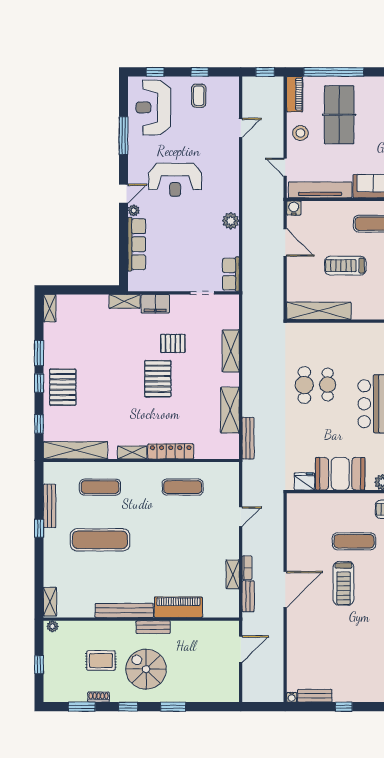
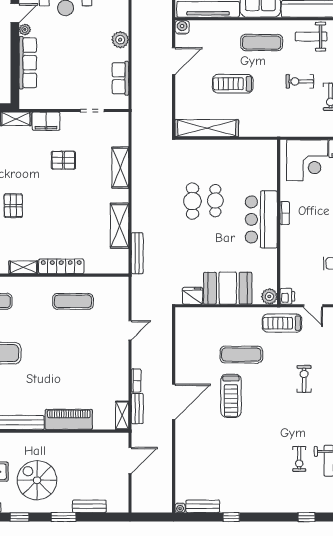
door: (285, 242) -> (174, 61), hinge flipped
row of seats: (231, 274) -> (120, 78), moved
pallet: (158, 379) -> (13, 206), moved, width x0.67, depth x0.71
shelving: (233, 574) -> (122, 415), moved
bench: (153, 627) -> (89, 506), moved

